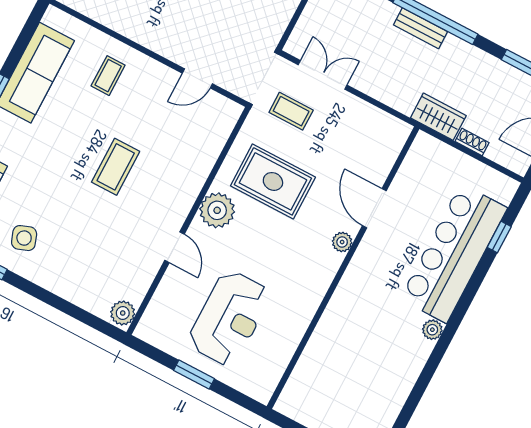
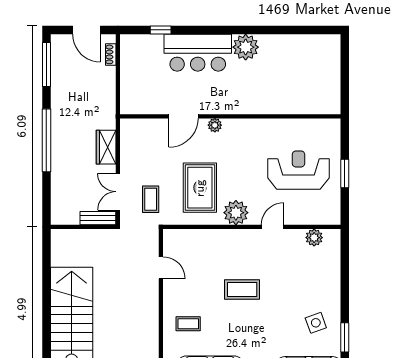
bench: (420, 28) -> (98, 218), moved, turned 90
wardrobe: (438, 117) -> (106, 147), moved
shoe rack: (472, 142) -> (111, 54), moved
bar counter: (454, 253) -> (198, 53), width x0.73
plant: (123, 313) -> (314, 238), moved
plant: (432, 330) -> (246, 47), width x1.88, depth x1.88

